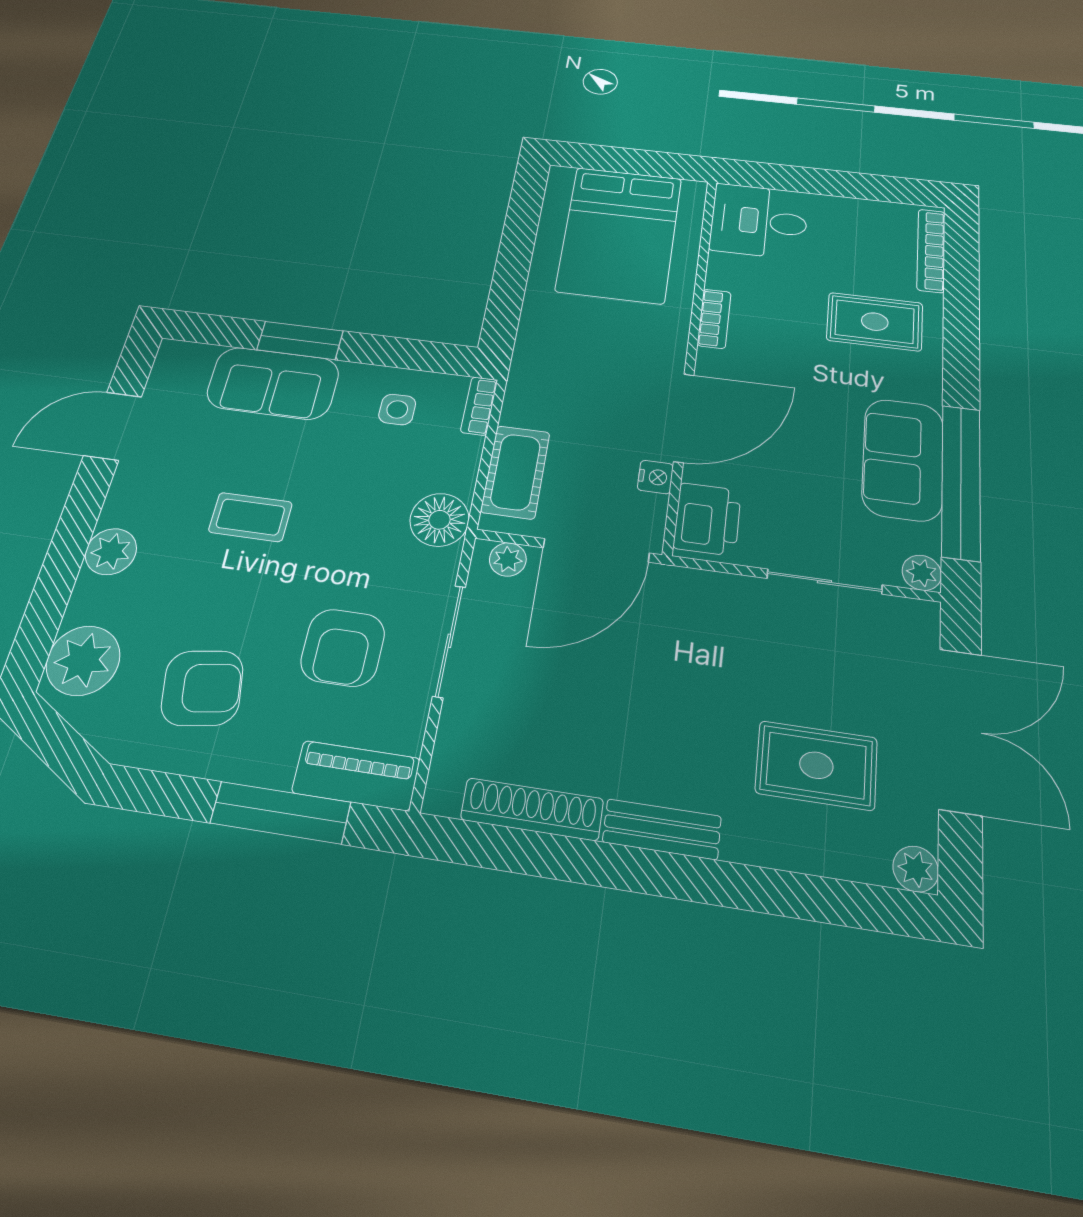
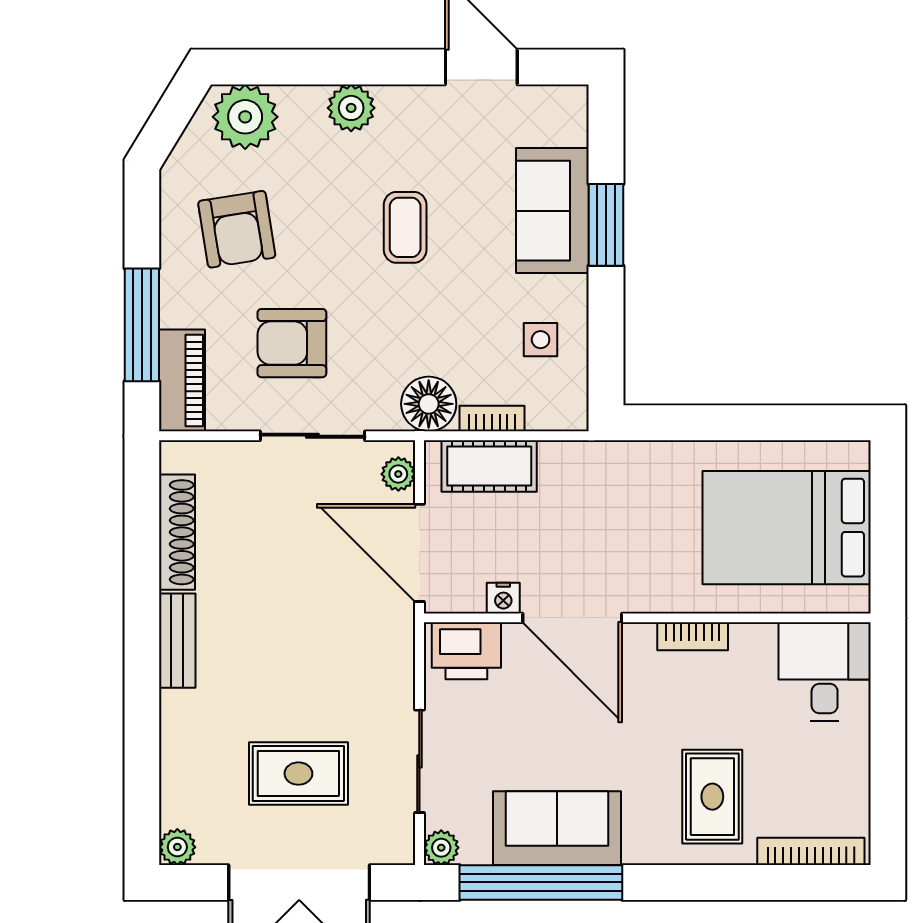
bookcase: (479, 406) -> (492, 418), moved
rug: (816, 765) -> (298, 774), moved, turned 90

